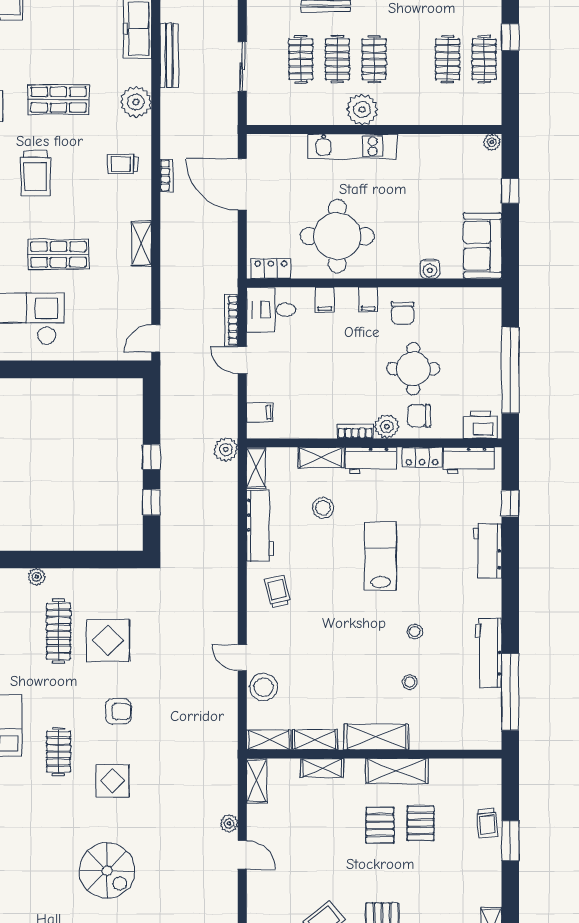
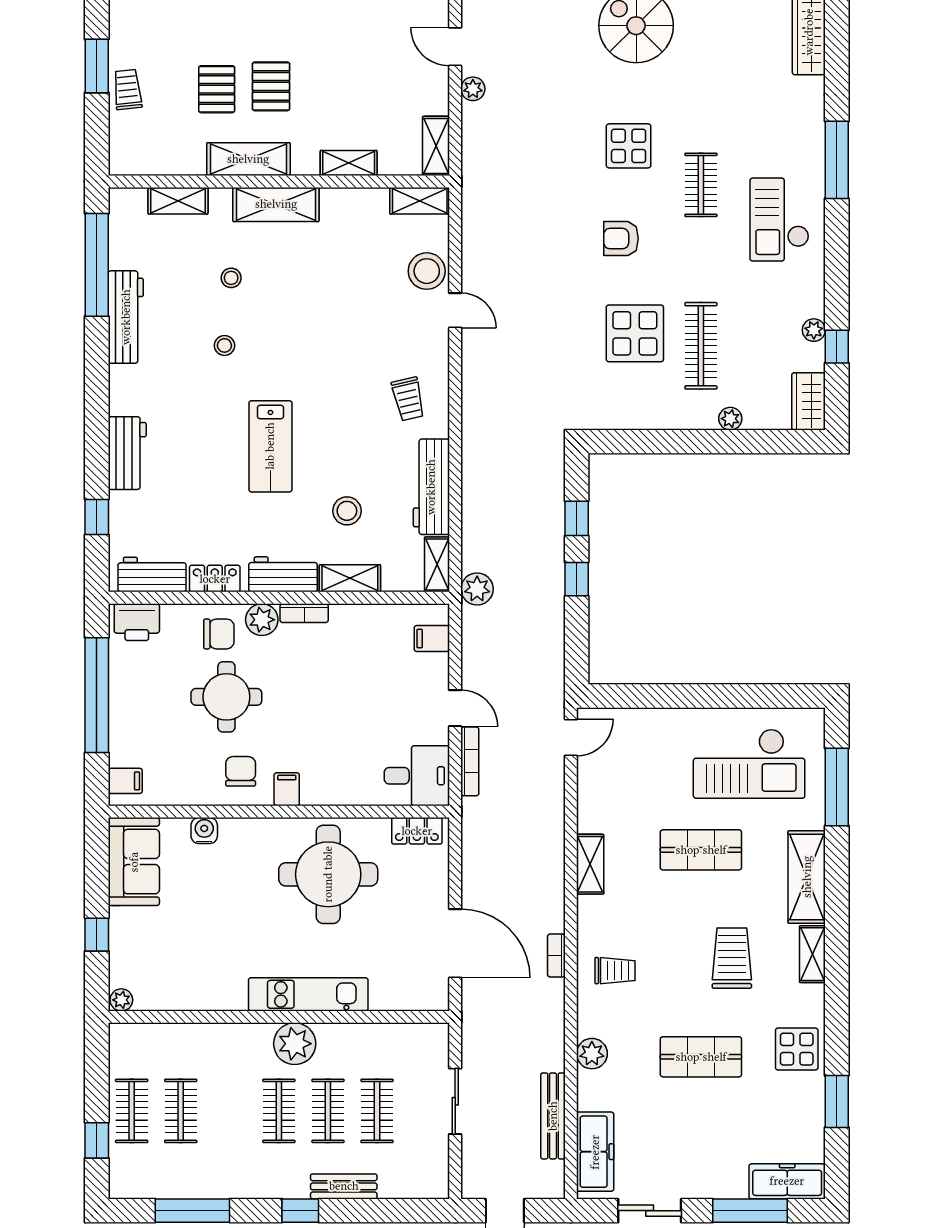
plant: (136, 102) -> (592, 1054), width x0.73, depth x0.73
filing cabinet: (325, 300) -> (125, 781), moved, turned 90
shelving: (315, 740) -> (178, 201), moved

